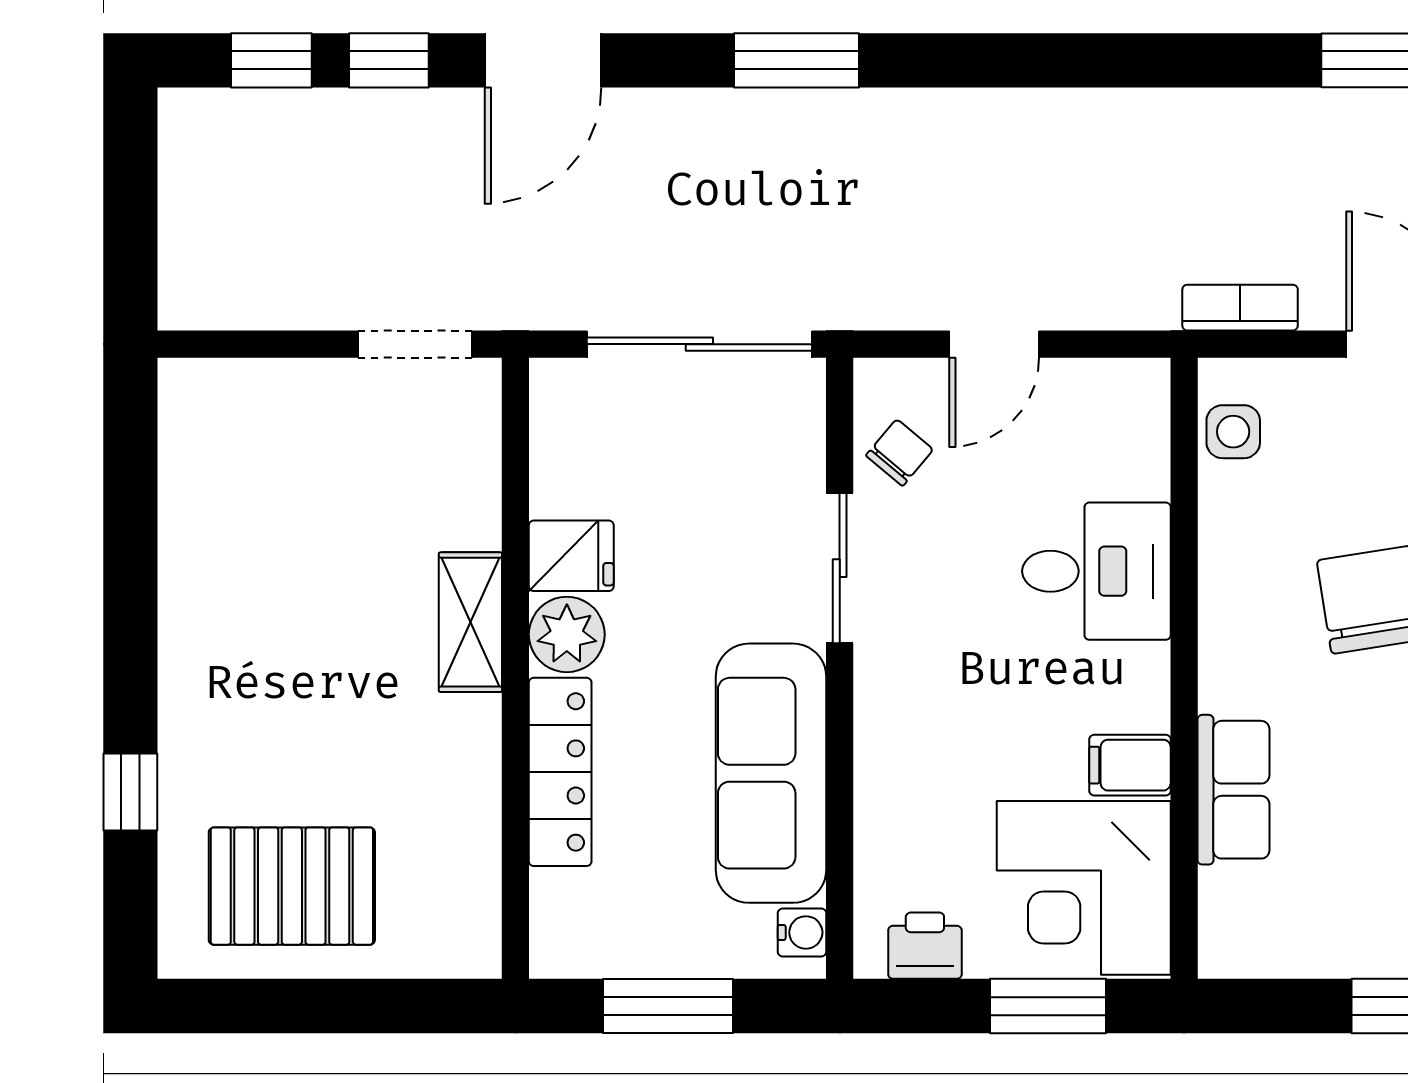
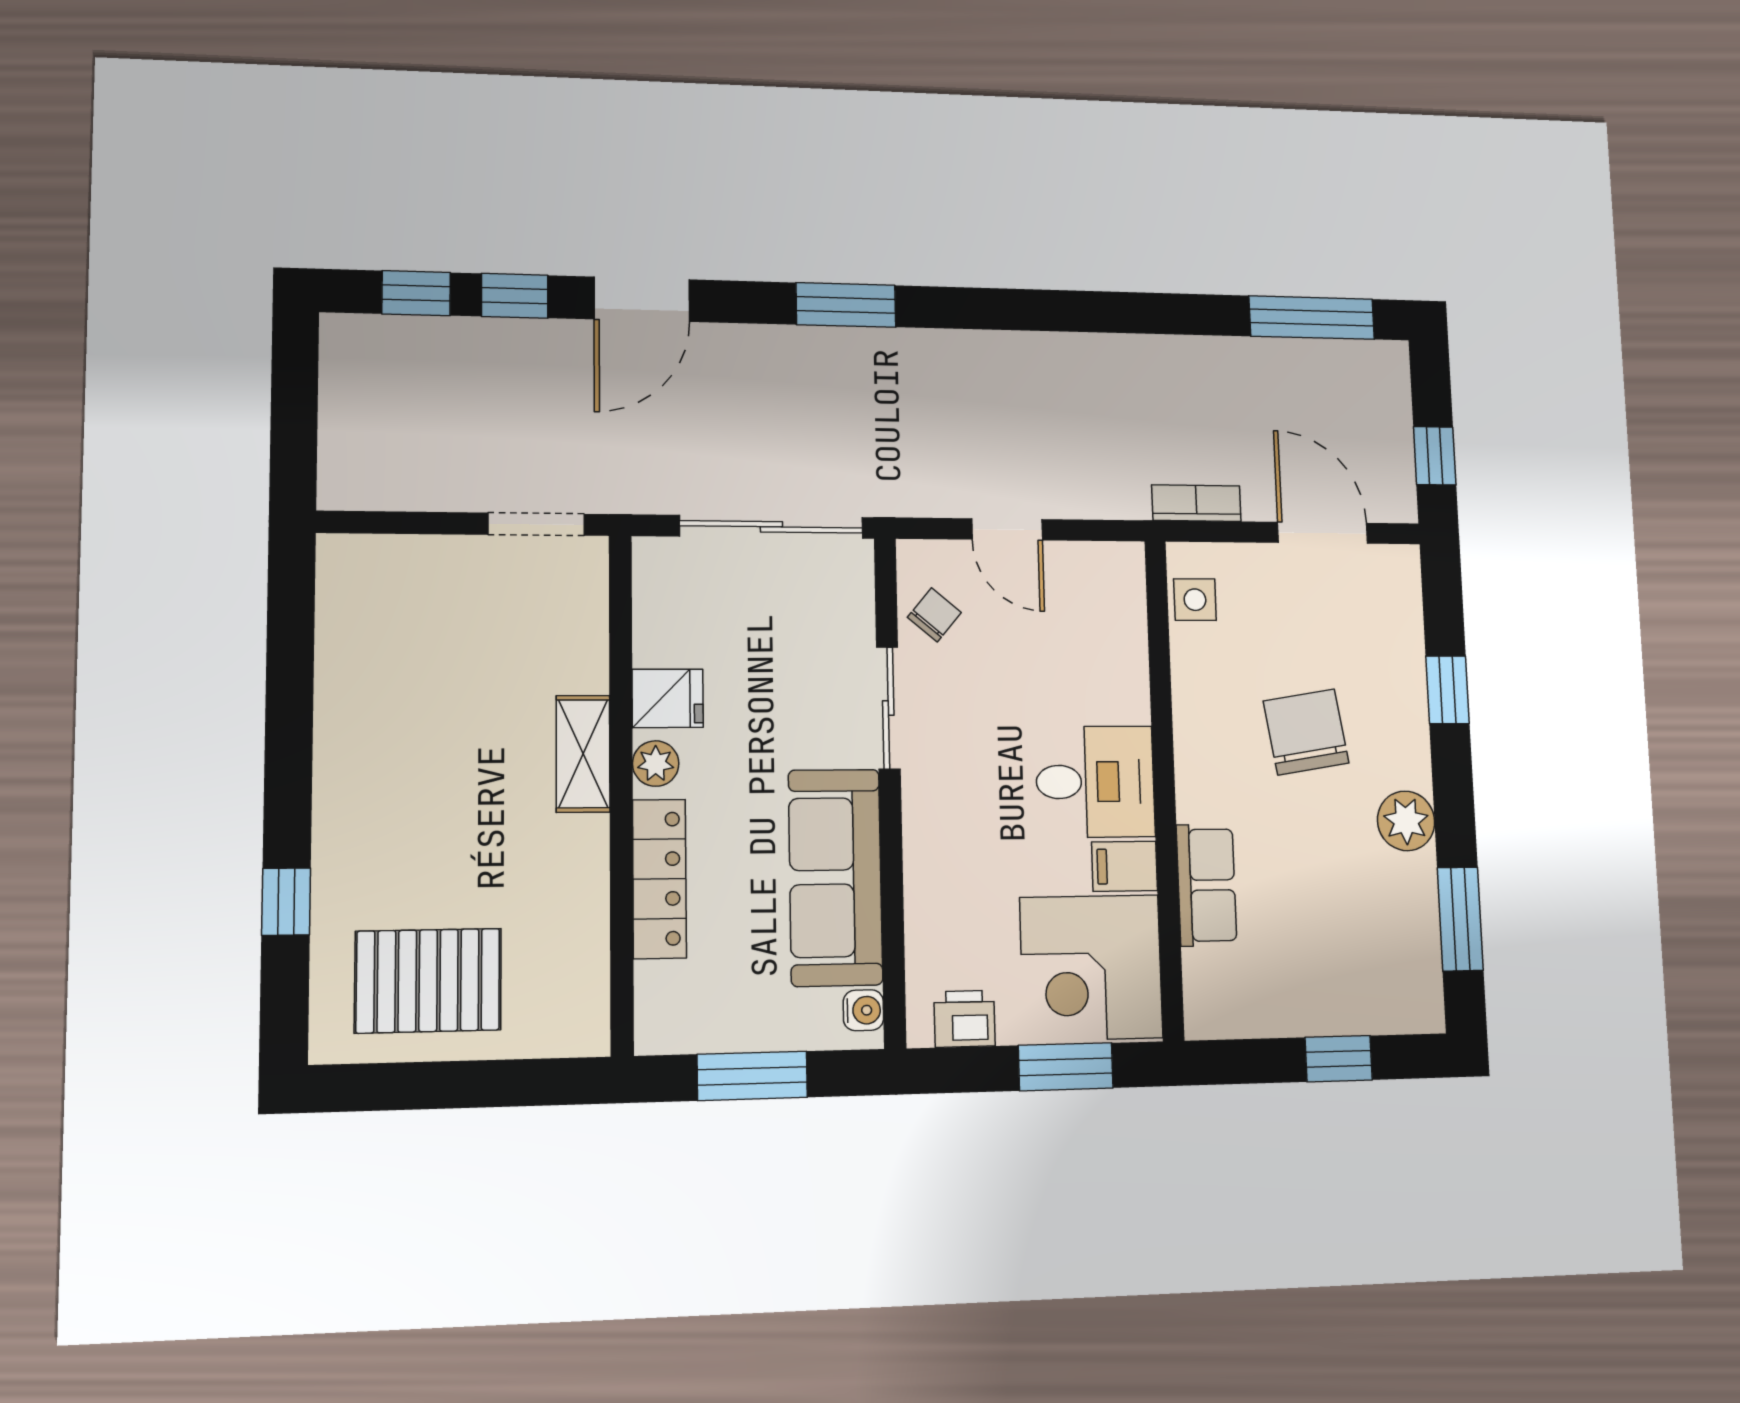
door: (994, 344) -> (1007, 529), hinge flipped
desk: (1096, 571) -> (1095, 782), moved
plant: (567, 634) -> (656, 764), width x0.73, depth x0.73

